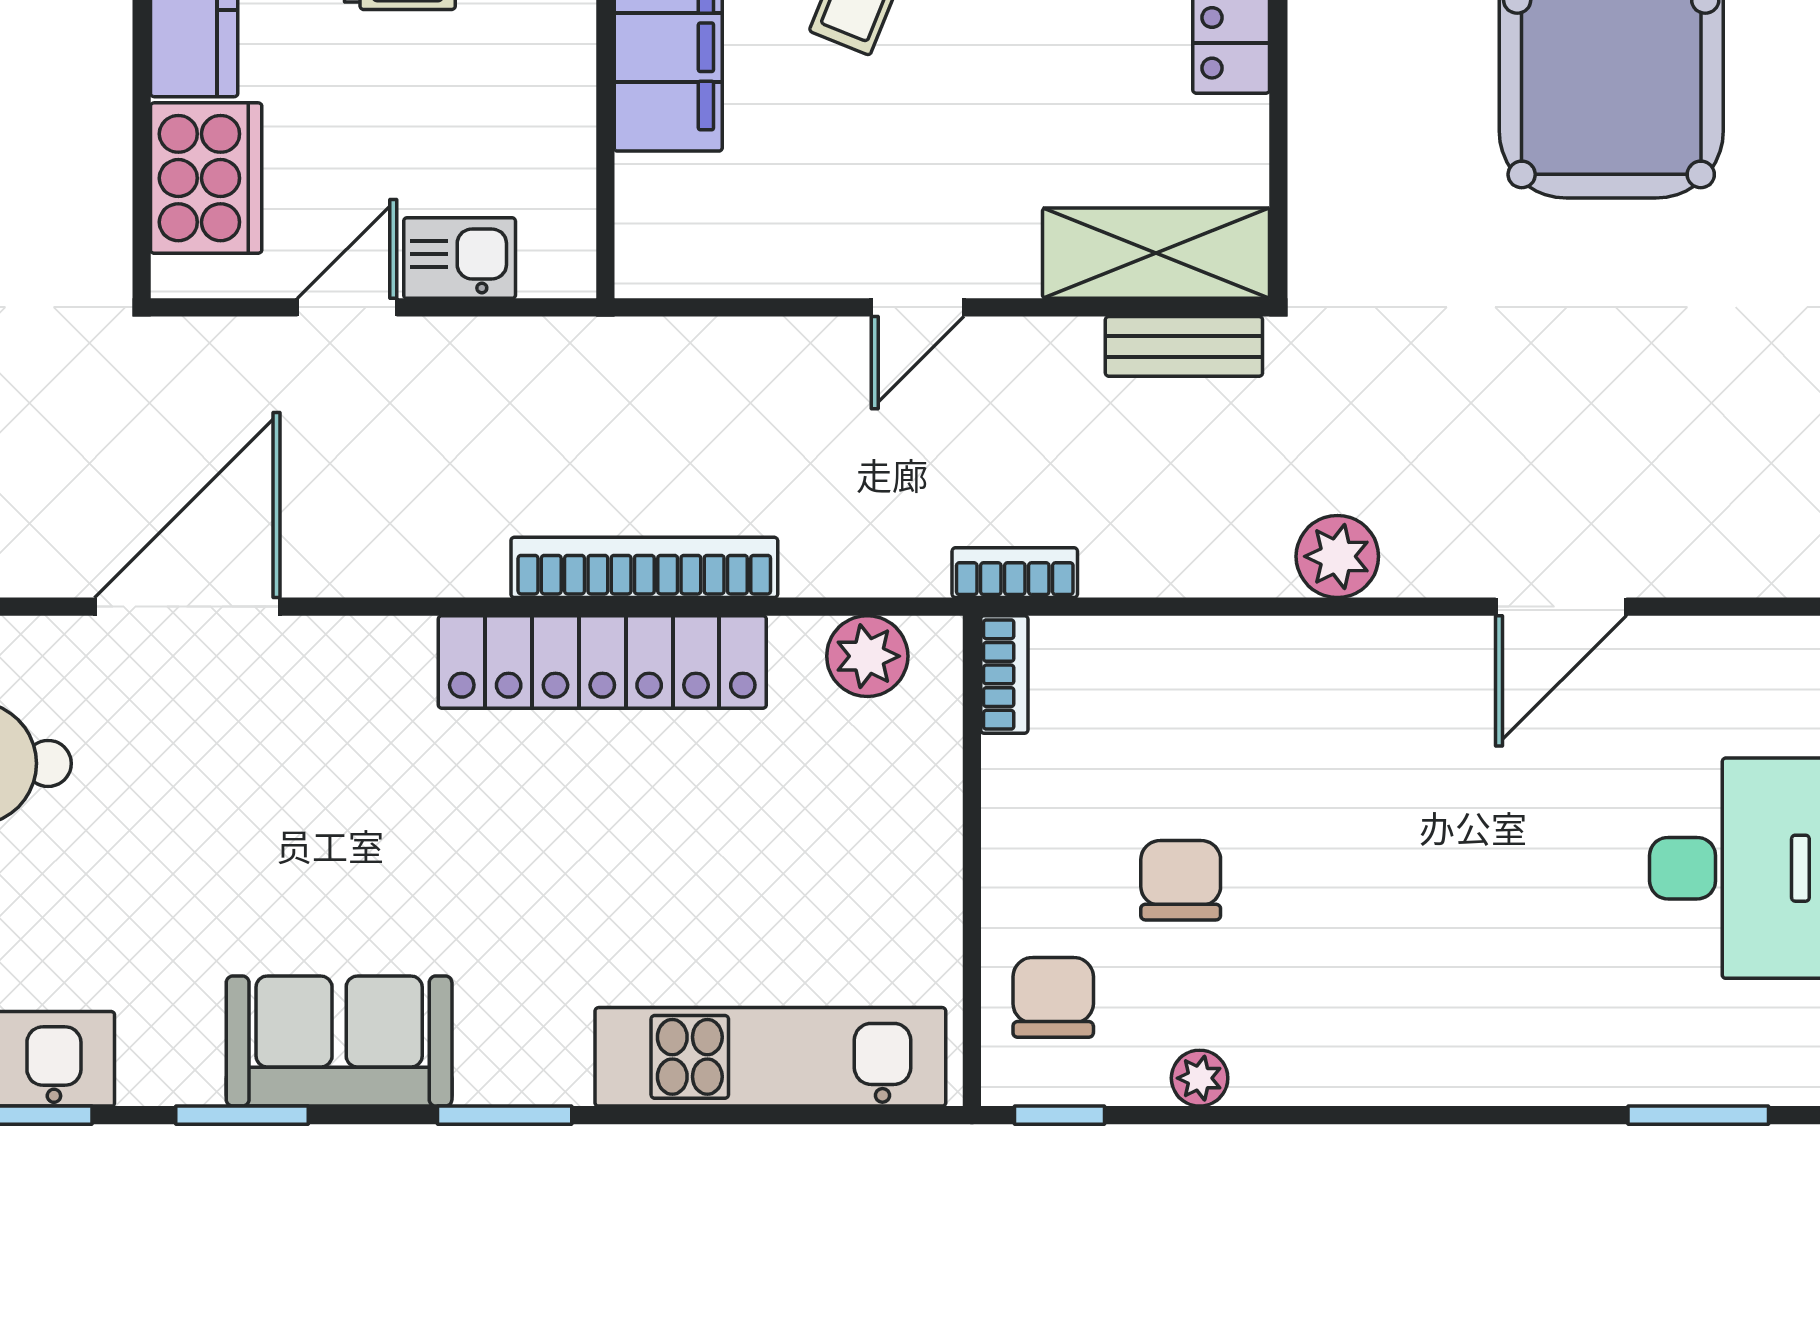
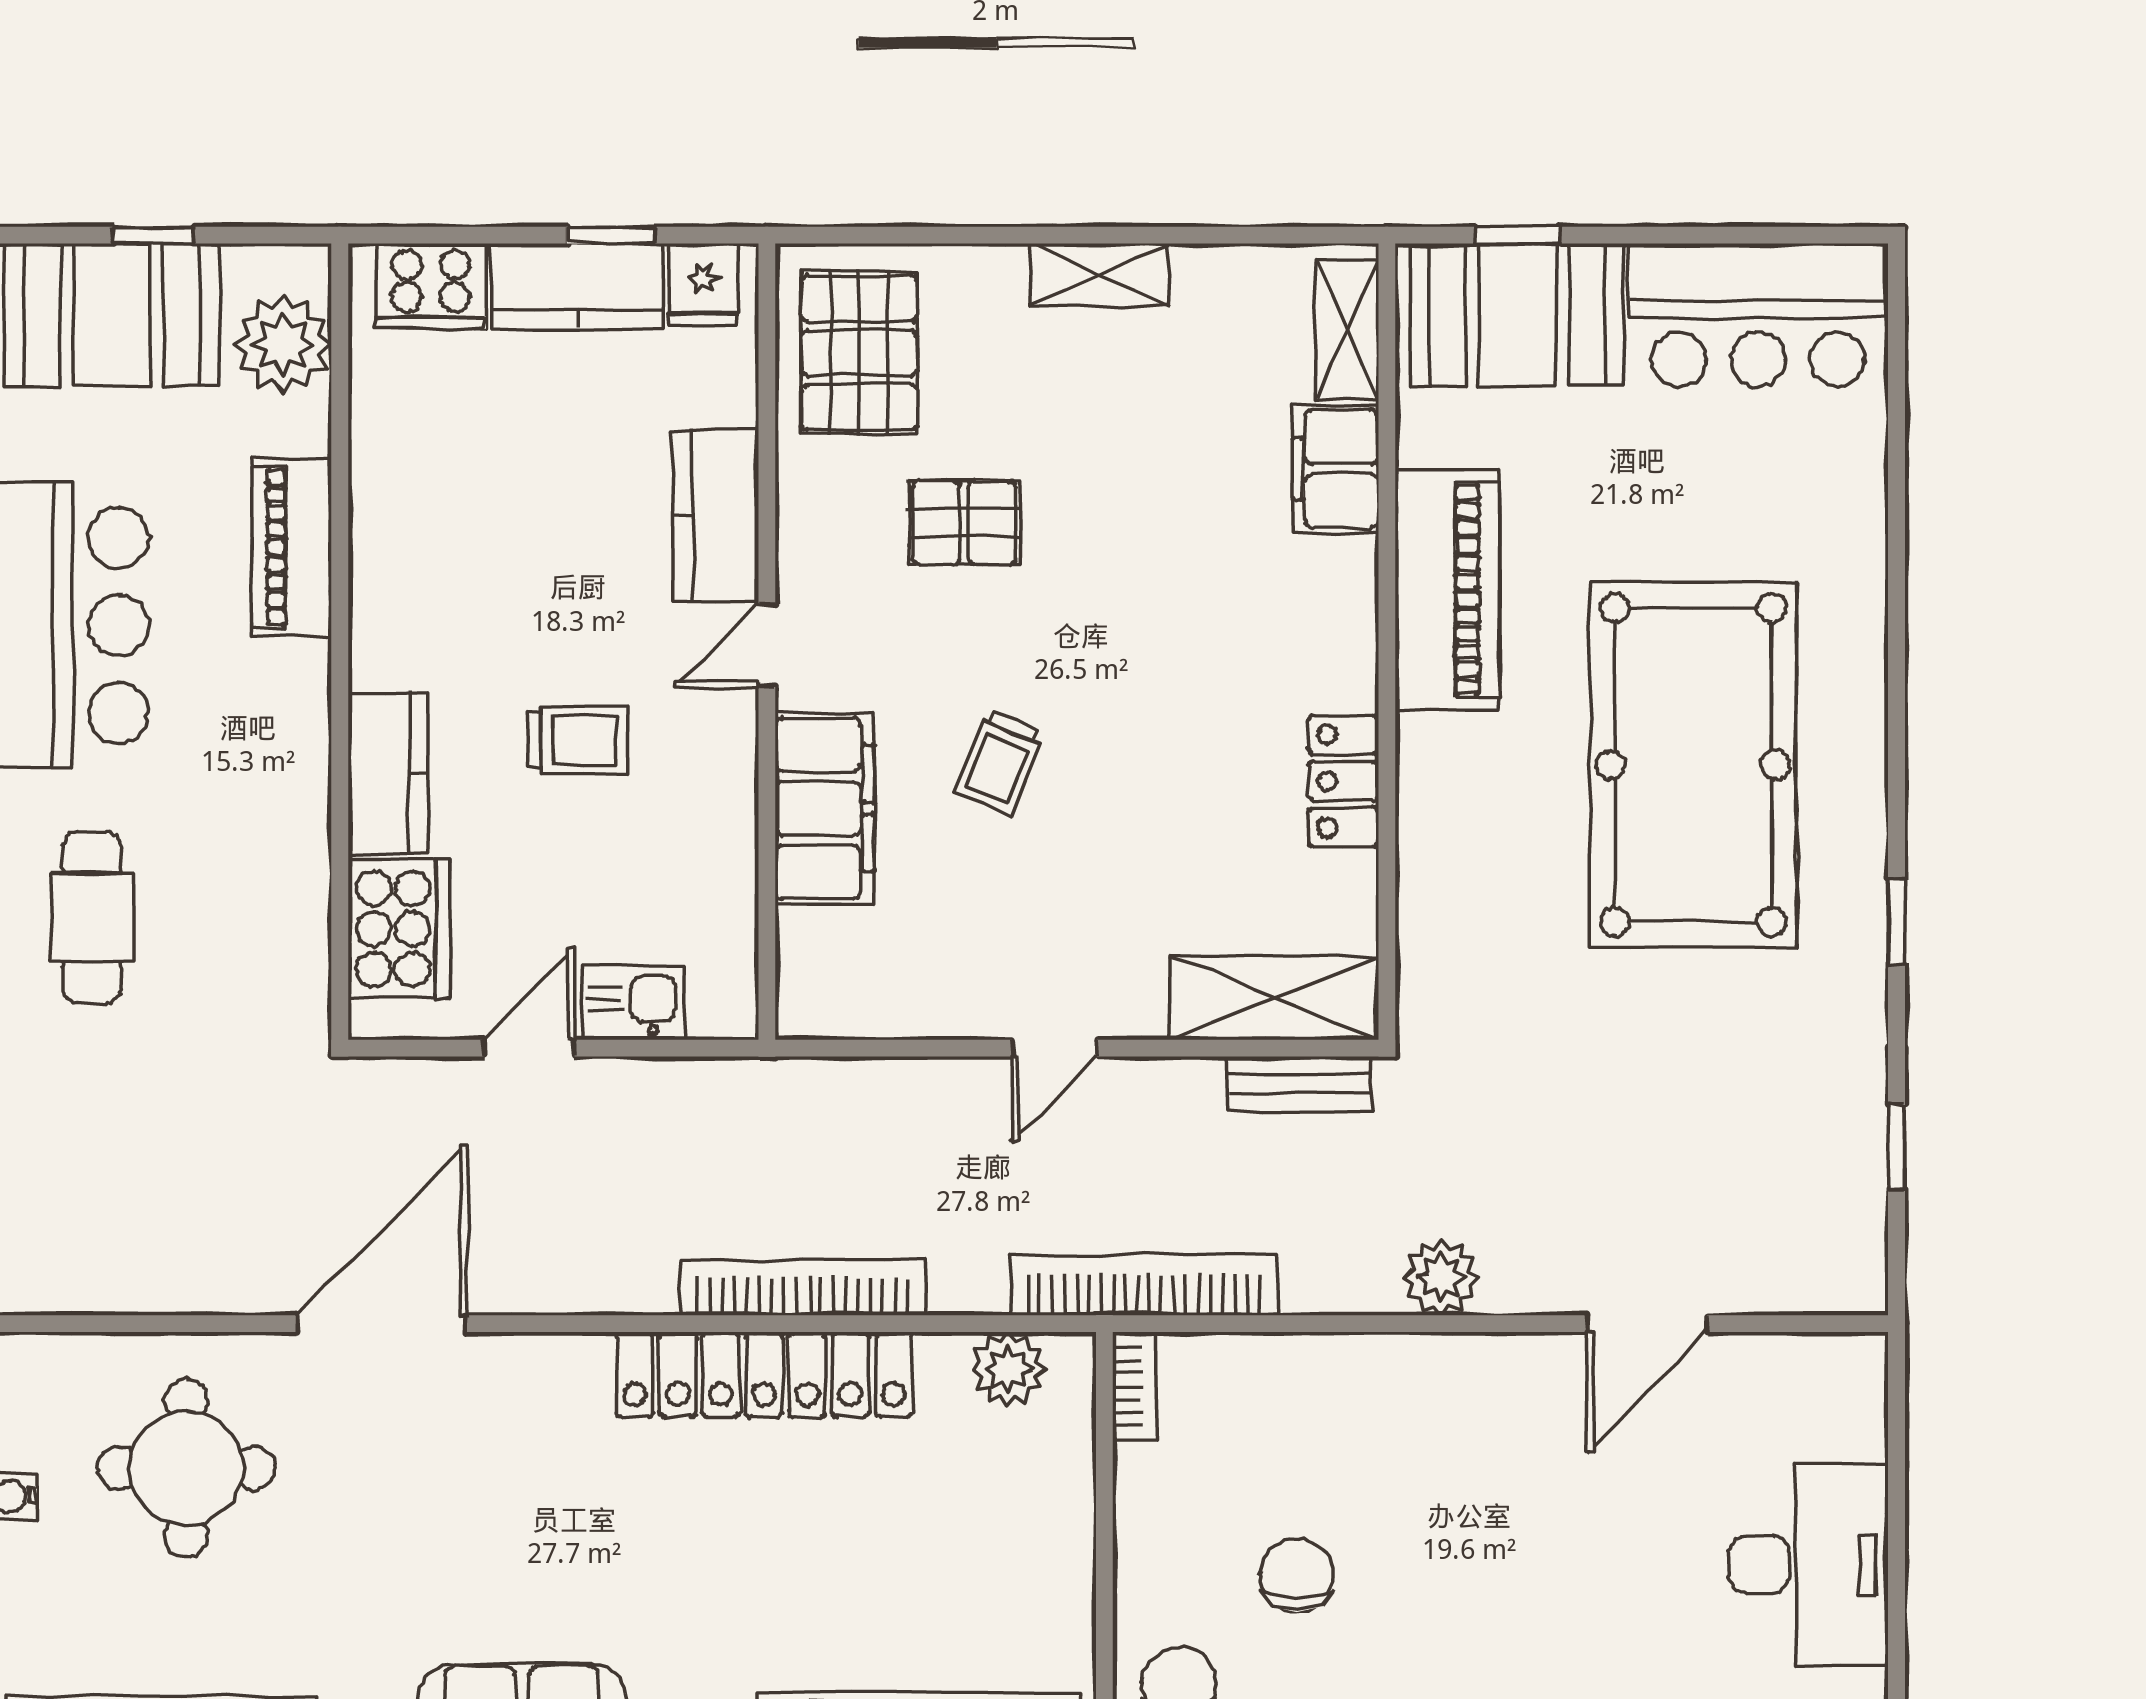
bookcase: (1015, 573) -> (1144, 1285), width x2.31, depth x1.31

